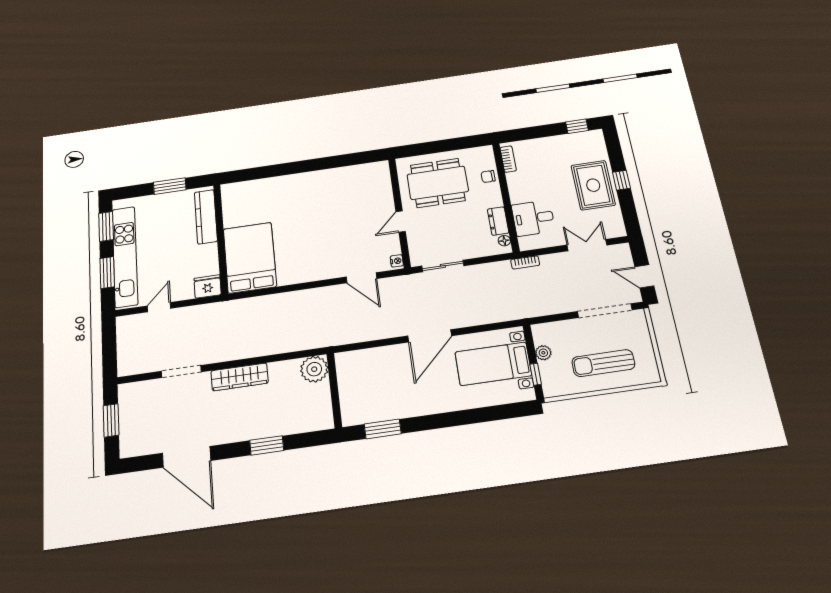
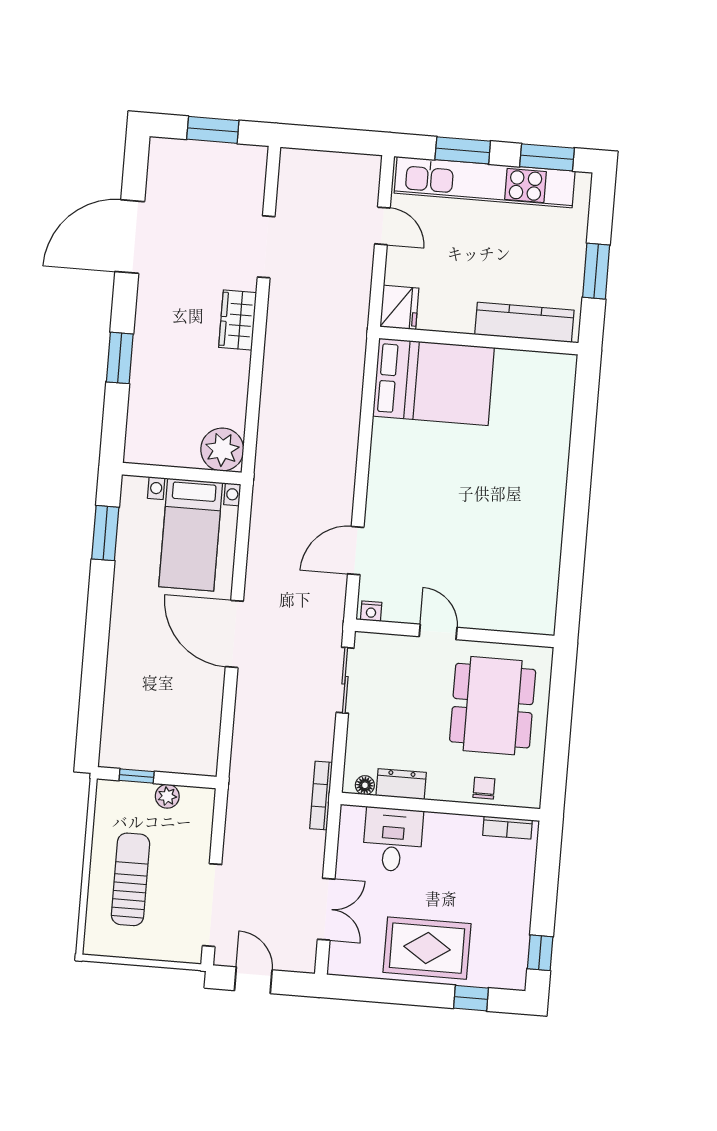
window: (621, 180) -> (471, 998), moved
bookcase: (525, 262) -> (321, 795), width x1.56
door: (644, 276) -> (253, 980), hinge flipped
bed with nightstands: (493, 364) -> (191, 535), moved, turned 180
wardrobe: (240, 377) -> (238, 320), width x0.67

